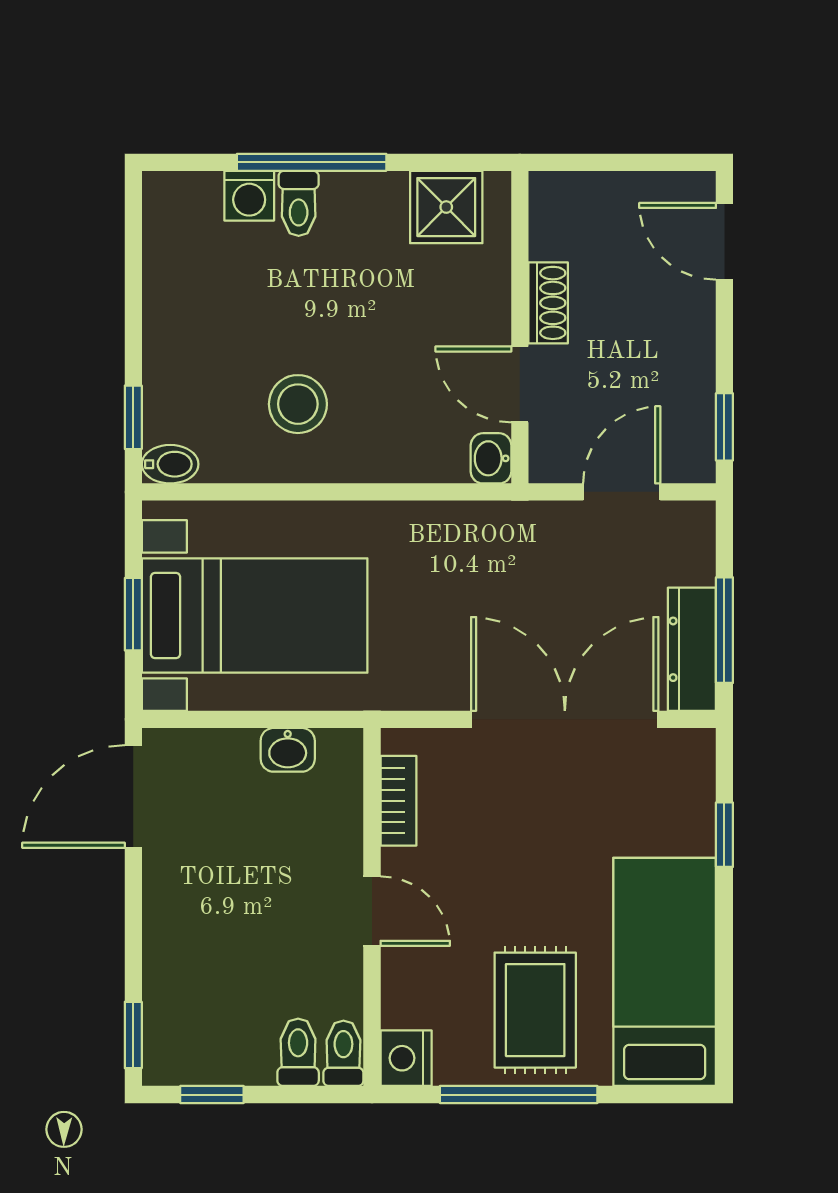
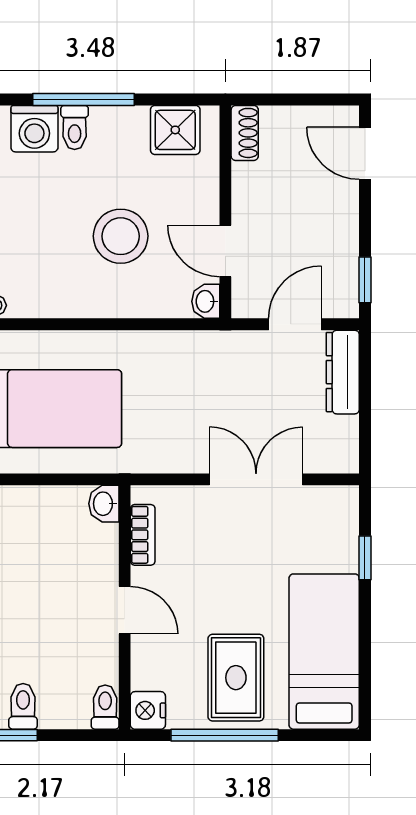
washing machine: (249, 196) -> (34, 129), width x1.38, depth x1.38
shoe rack: (548, 303) -> (245, 133), moved
stool: (298, 404) -> (121, 236), moved, width x1.38, depth x1.38
window: (724, 630) -> (365, 418), removed
dresser: (692, 649) -> (343, 372), moved
double door: (565, 719) -> (256, 479), width x0.73
washbasin: (288, 750) -> (104, 504), moved, turned 90
toilet: (298, 1052) -> (23, 706), moved

